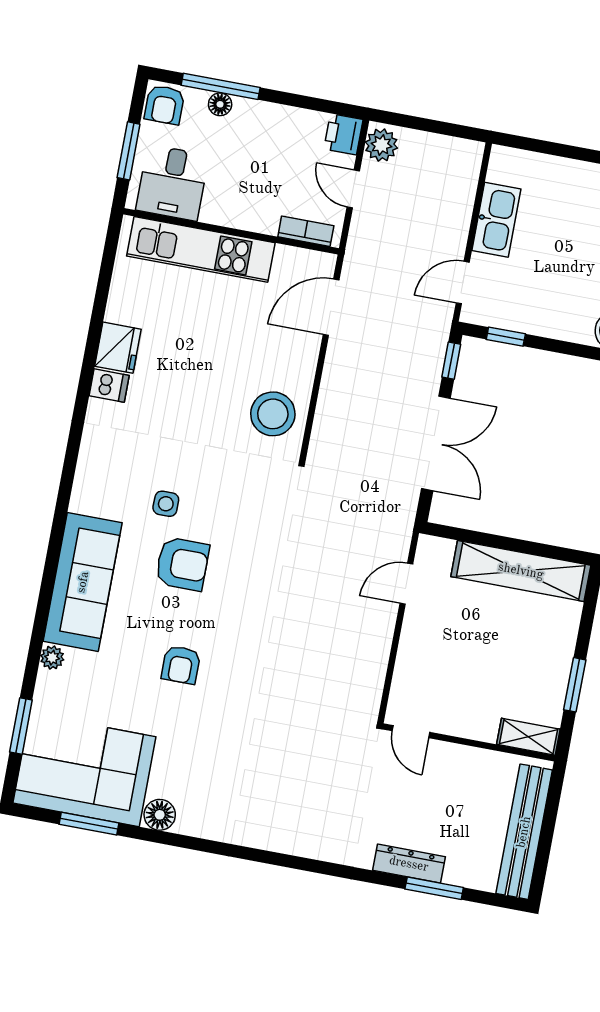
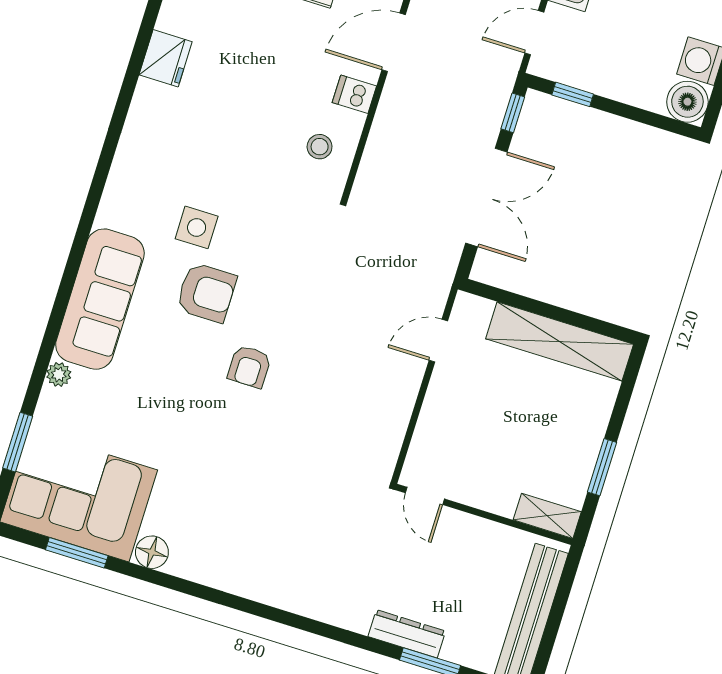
dishwasher: (109, 386) -> (354, 94), moved, turned 180
stool: (273, 414) -> (320, 147), width x0.53, depth x0.53
side table: (166, 504) -> (197, 227), width x1.37, depth x1.37
armchair: (181, 665) -> (249, 367), moved

